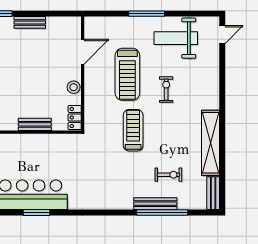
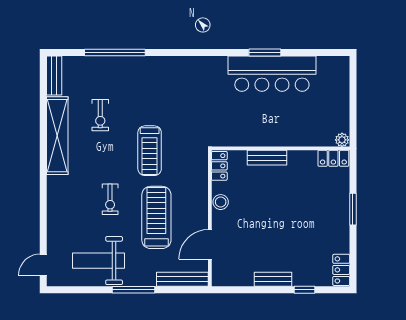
weight bench: (176, 38) -> (99, 261), turned 180
exercise bike: (168, 175) -> (100, 115), moved, turned -90
bench: (155, 204) -> (182, 279), moved

